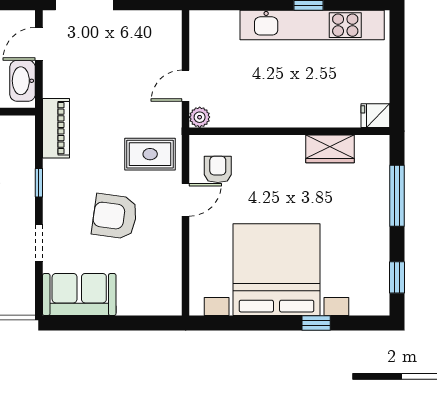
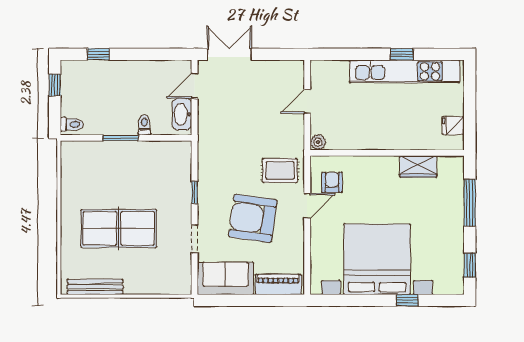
door: (186, 86) -> (307, 102), moved
fridge: (375, 116) -> (453, 126), moved
piano: (56, 128) -> (278, 284), moved, turned -90
armchair: (115, 216) -> (253, 218), width x1.36, depth x1.36

